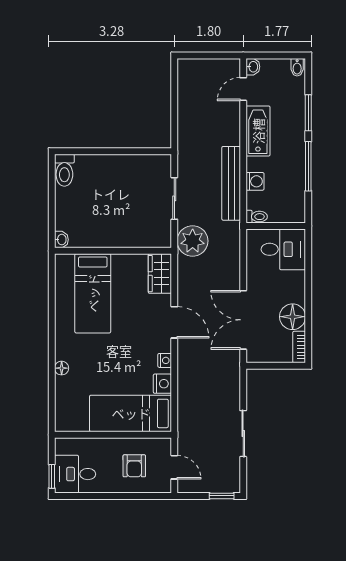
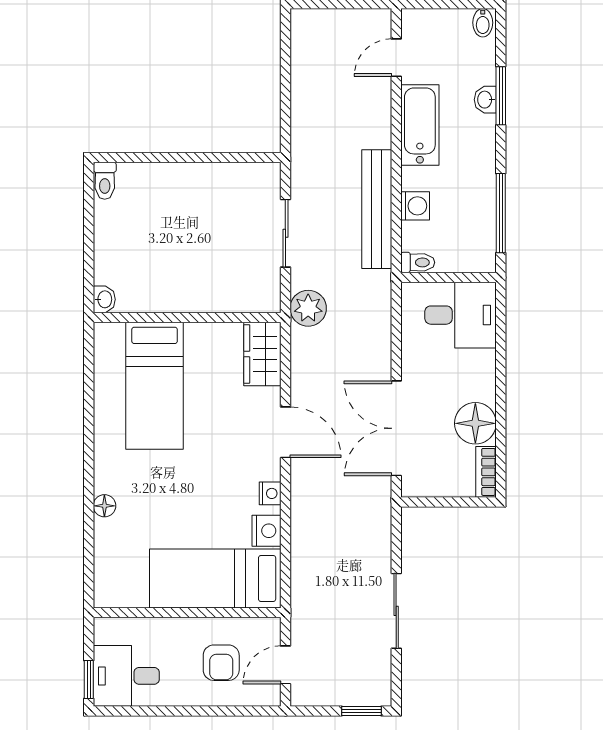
washbasin: (253, 67) -> (485, 100), moved, turned 180
window: (308, 166) -> (501, 213), moved
toilet: (64, 170) -> (105, 181), width x0.73, depth x0.72
plant: (193, 241) -> (308, 308), width x0.73, depth x0.73
door: (174, 467) -> (285, 665), swing flipped

